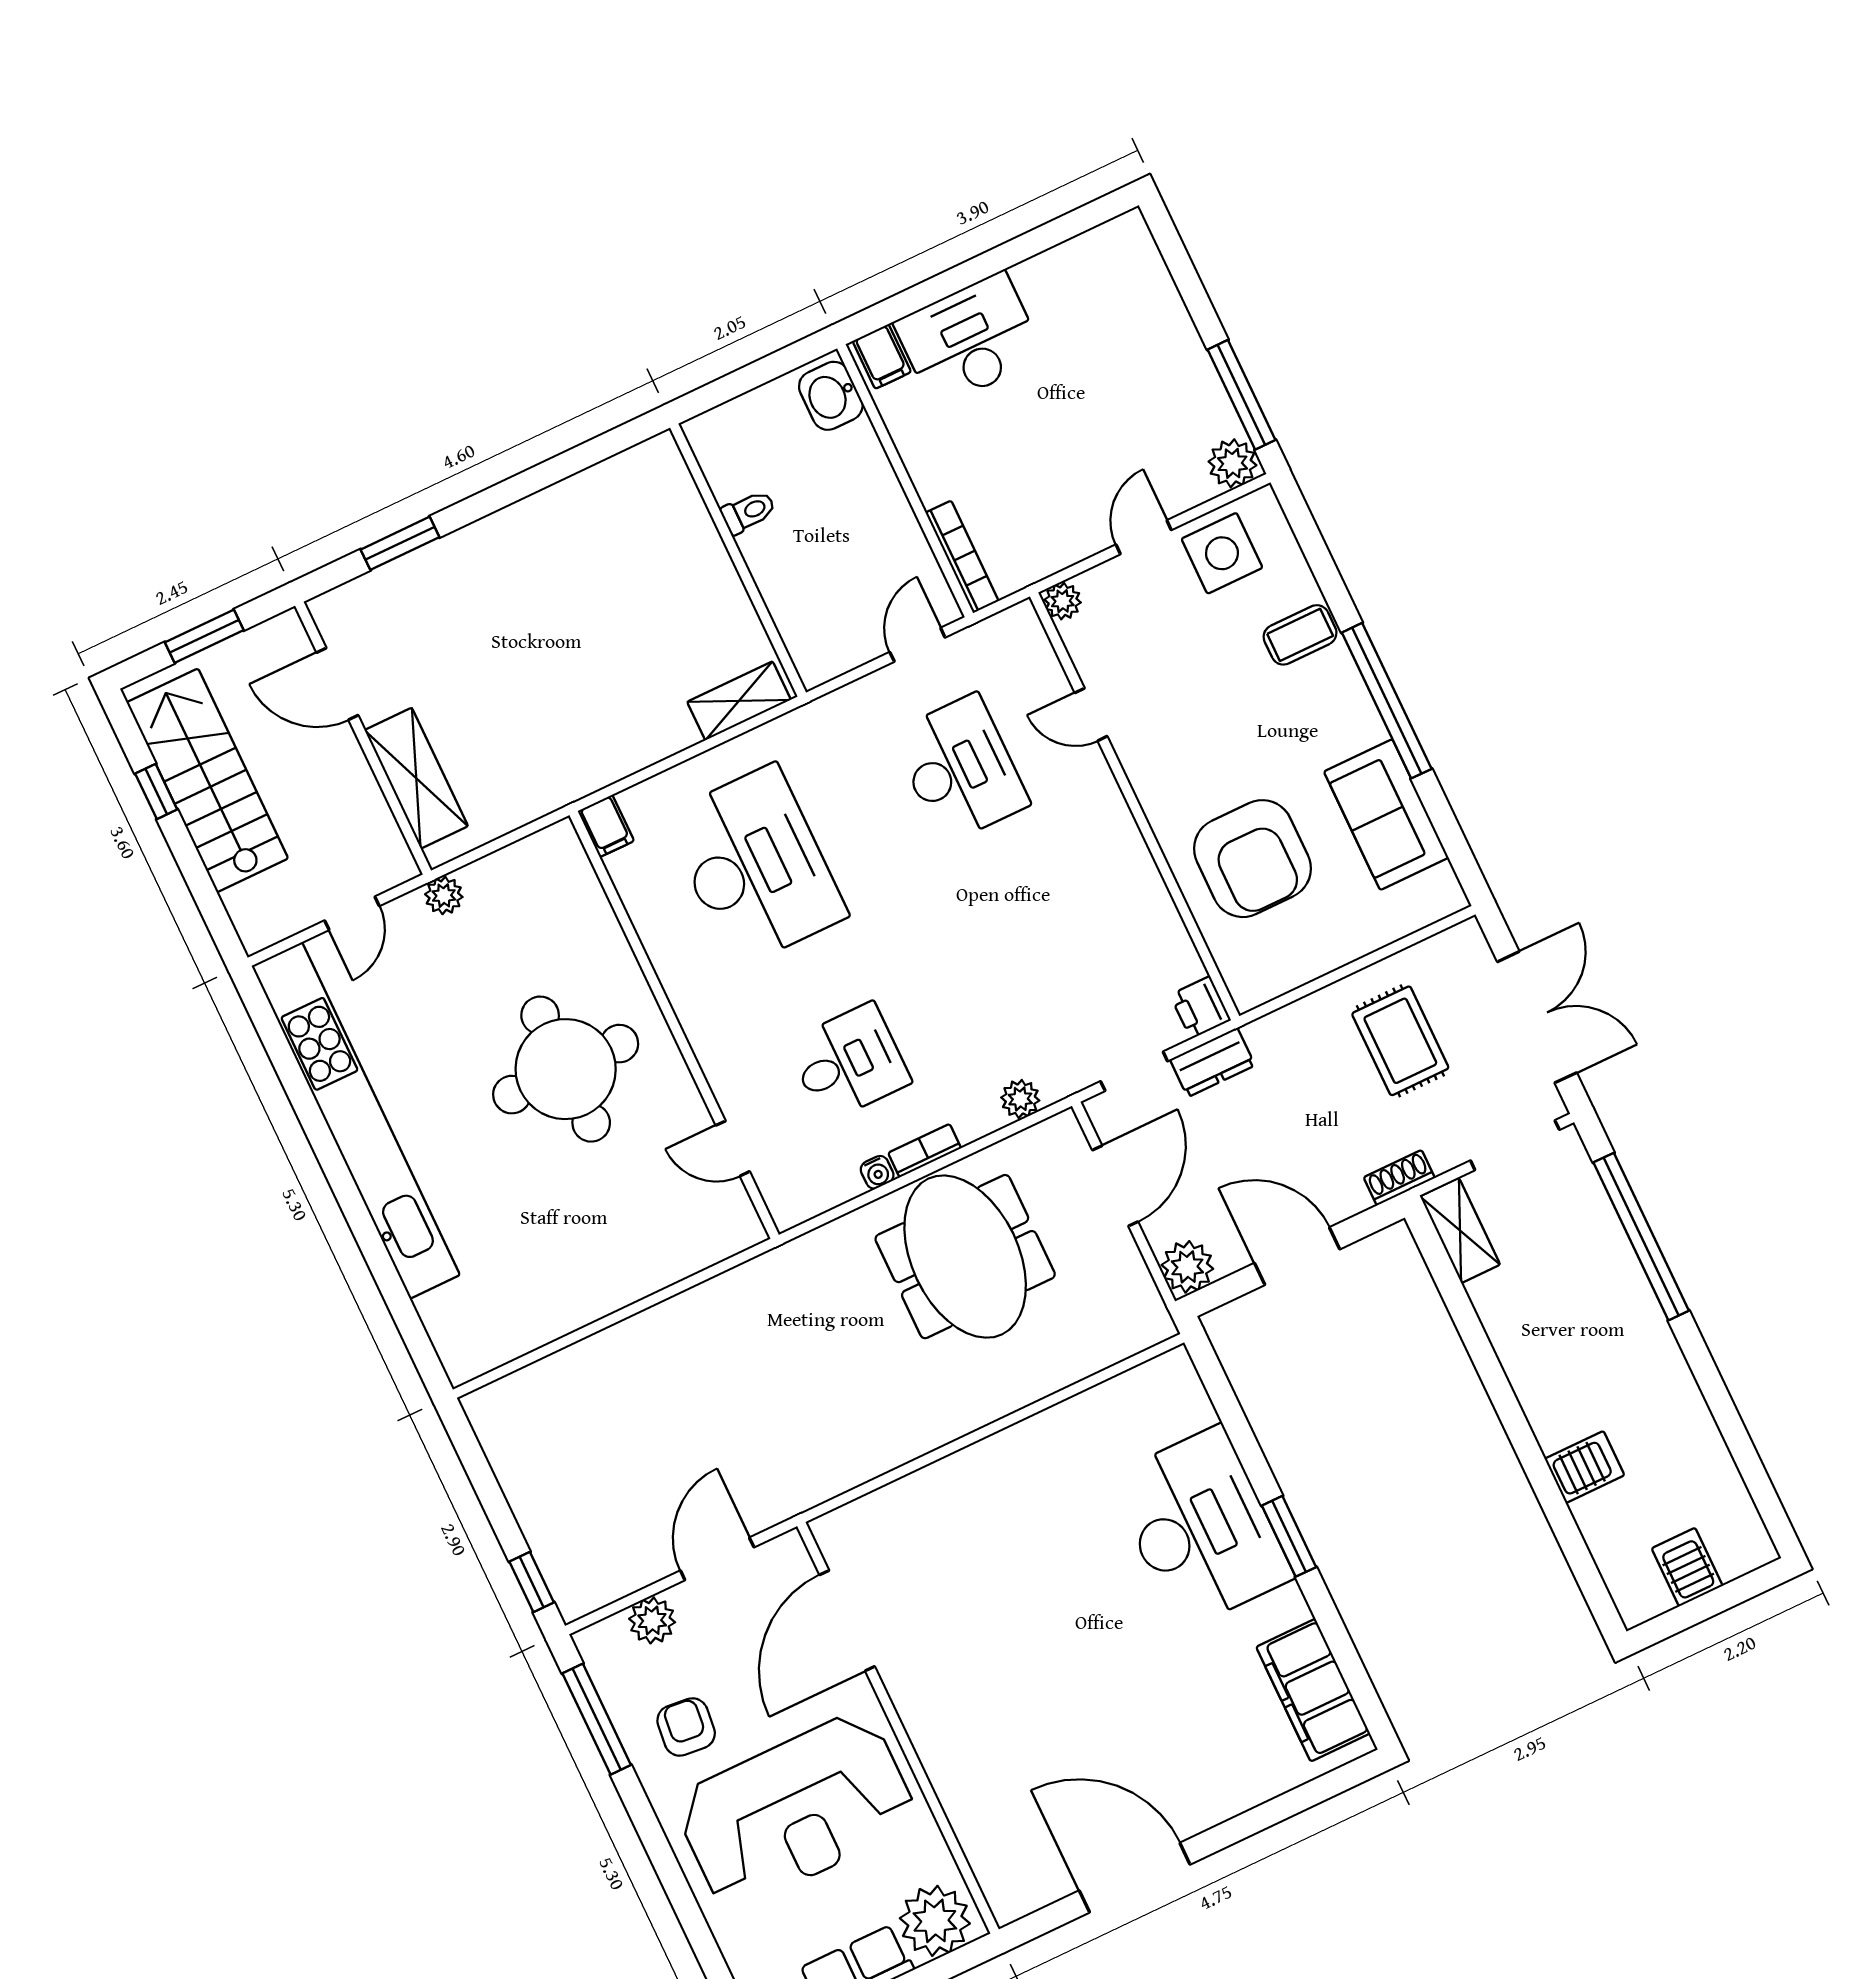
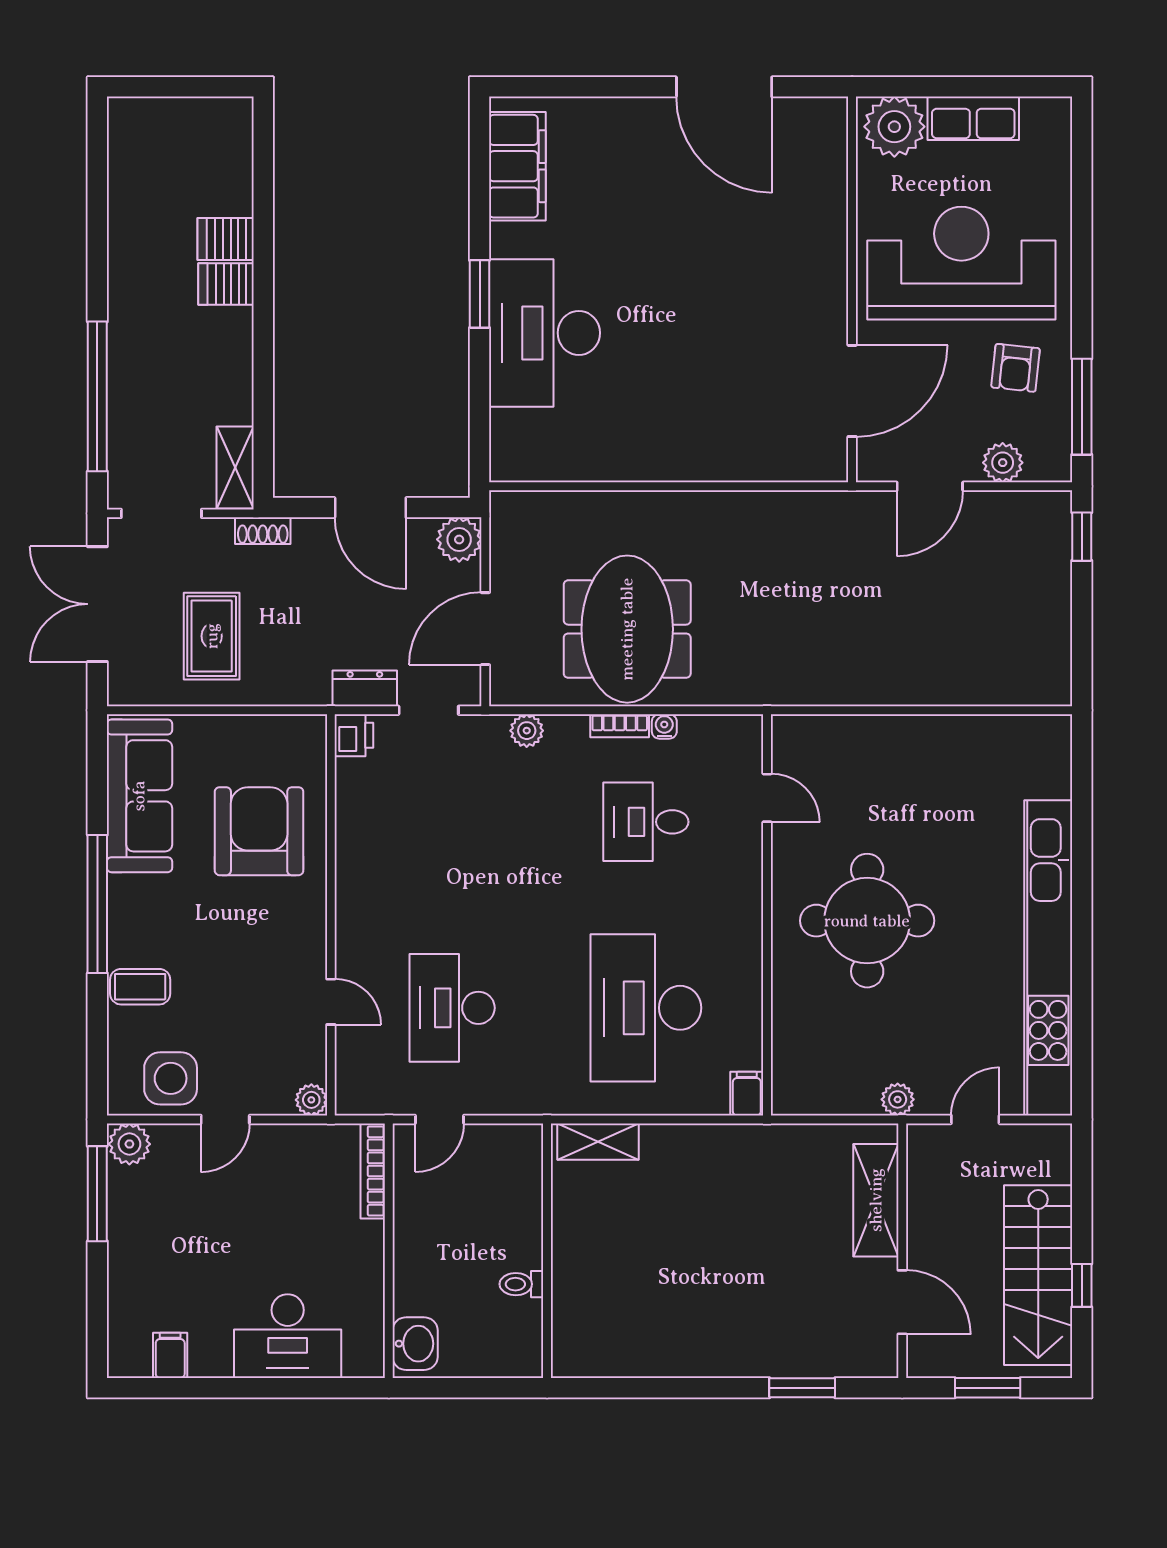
filing cabinet: (882, 356) -> (170, 1355), moved
sofa: (1386, 815) -> (139, 796), width x1.36
server rack: (1687, 1567) -> (226, 284), moved, turned 90

